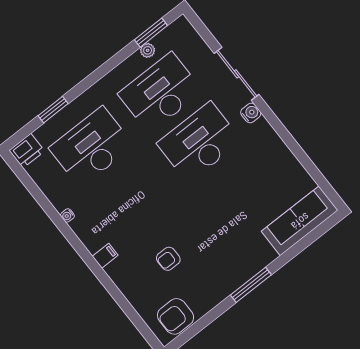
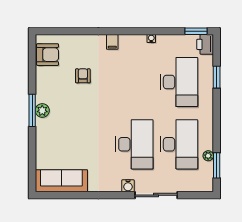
window: (20, 172) -> (196, 31), added
sofa: (300, 221) -> (61, 181), moved, turned -90
plant: (242, 273) -> (42, 111), added
armchair: (176, 316) -> (48, 55), turned 90

